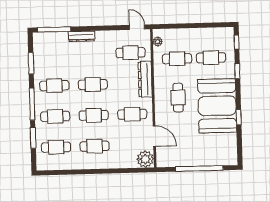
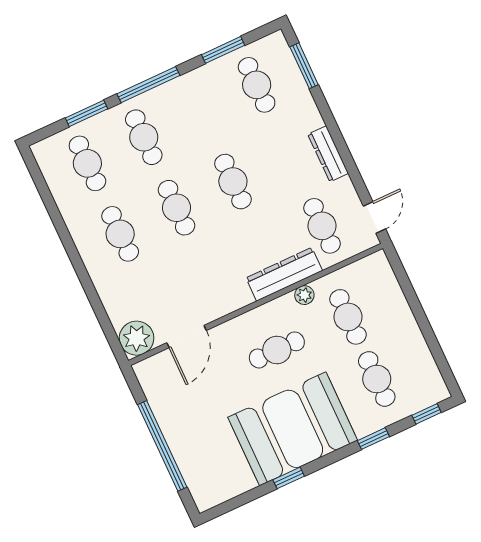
window: (54, 29) -> (304, 66), width x0.69
dresser: (82, 36) -> (328, 154), moved
plant: (158, 42) -> (304, 295), moved
cafe table: (54, 86) -> (257, 85), moved
cafe table: (132, 114) -> (209, 278), removed

